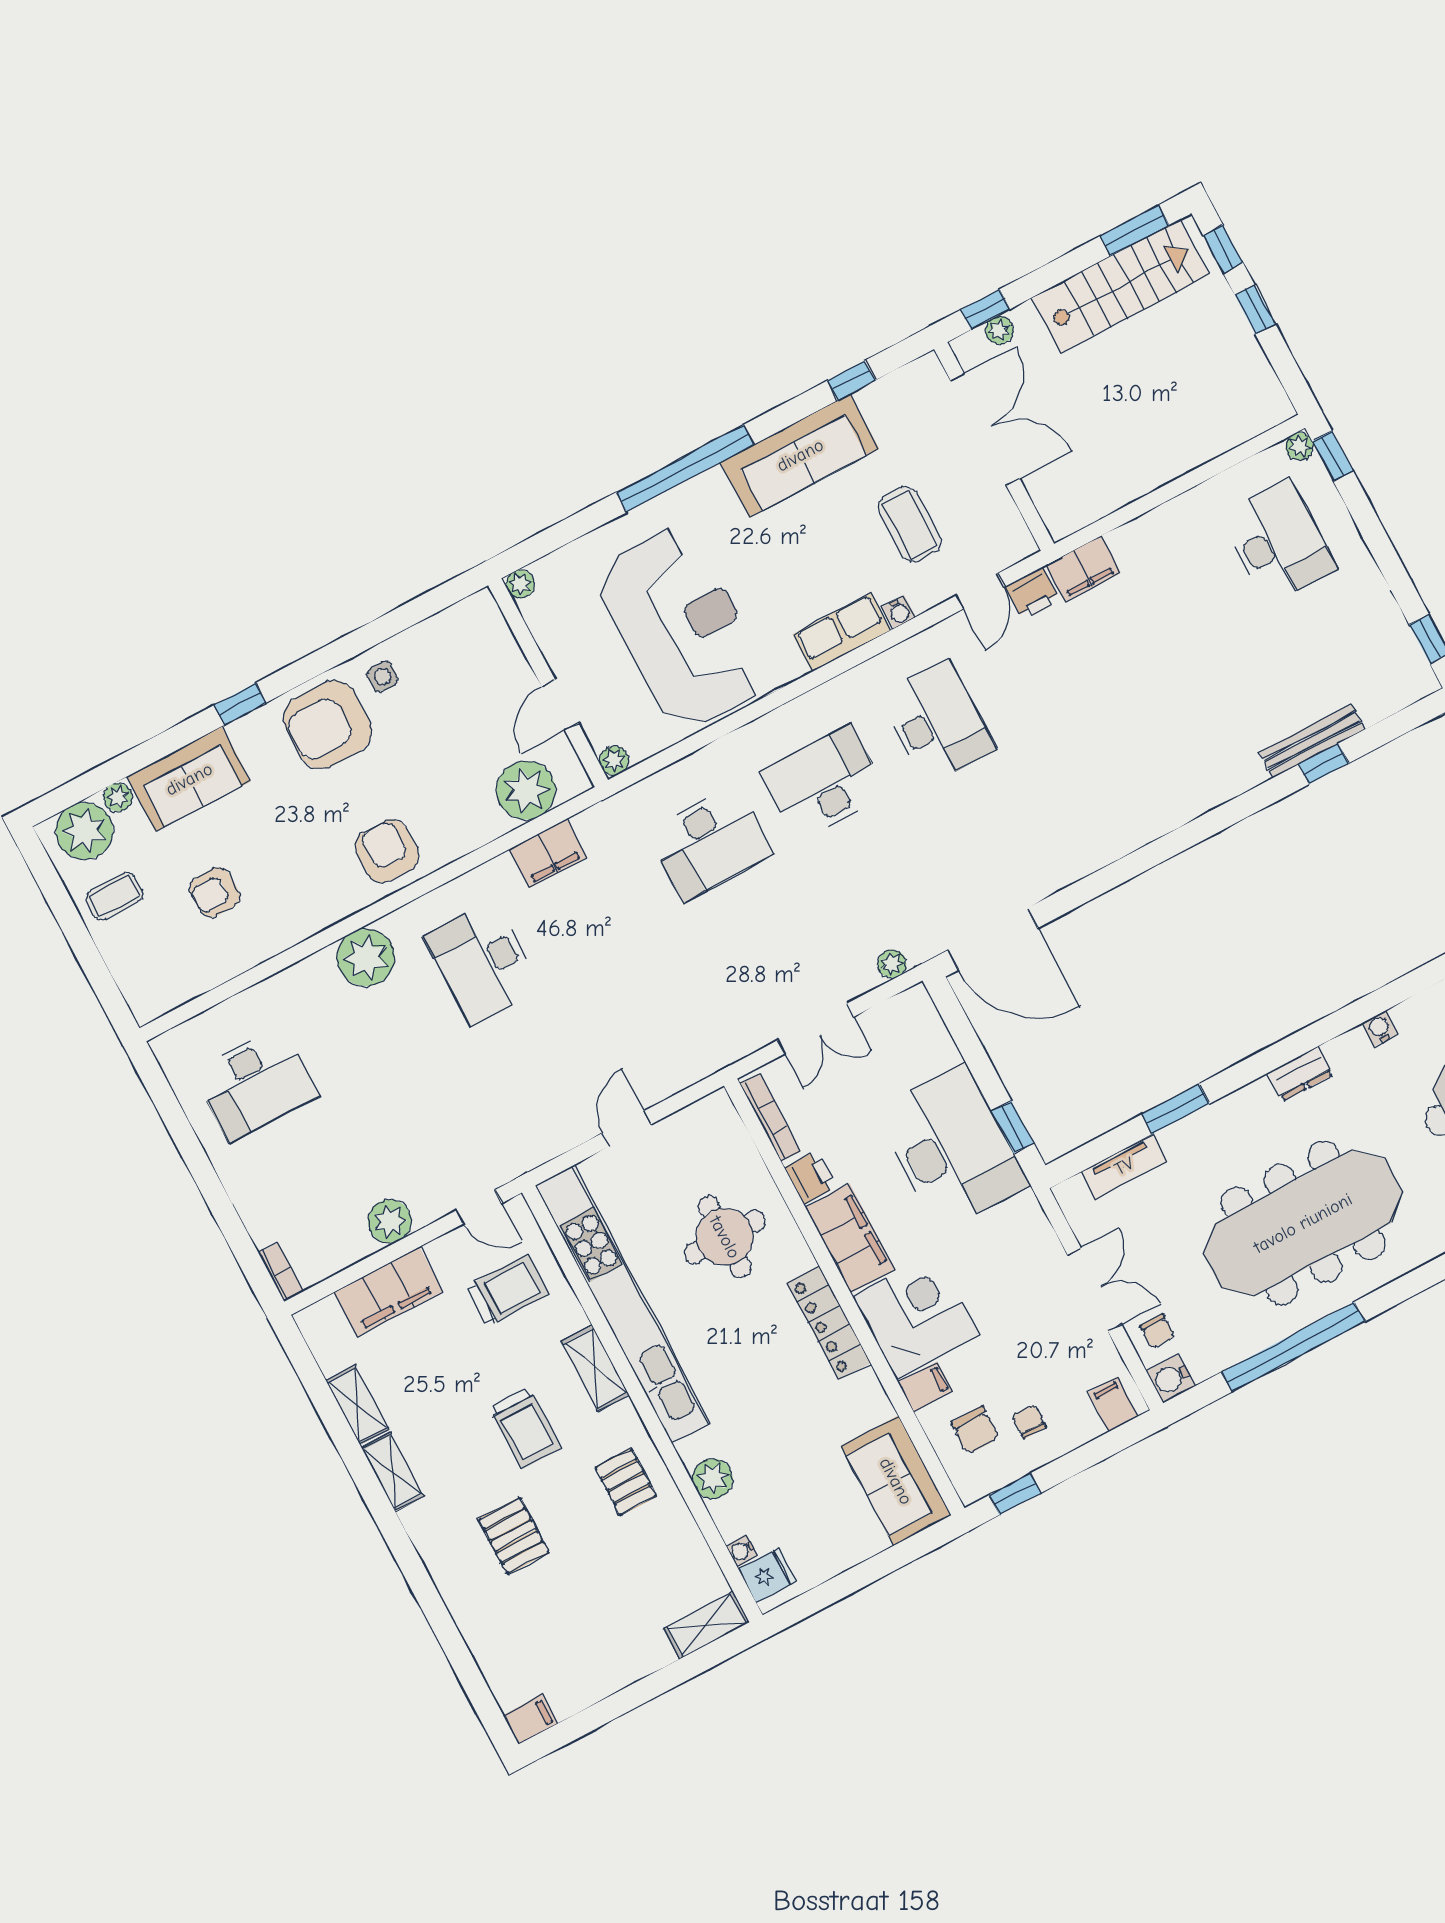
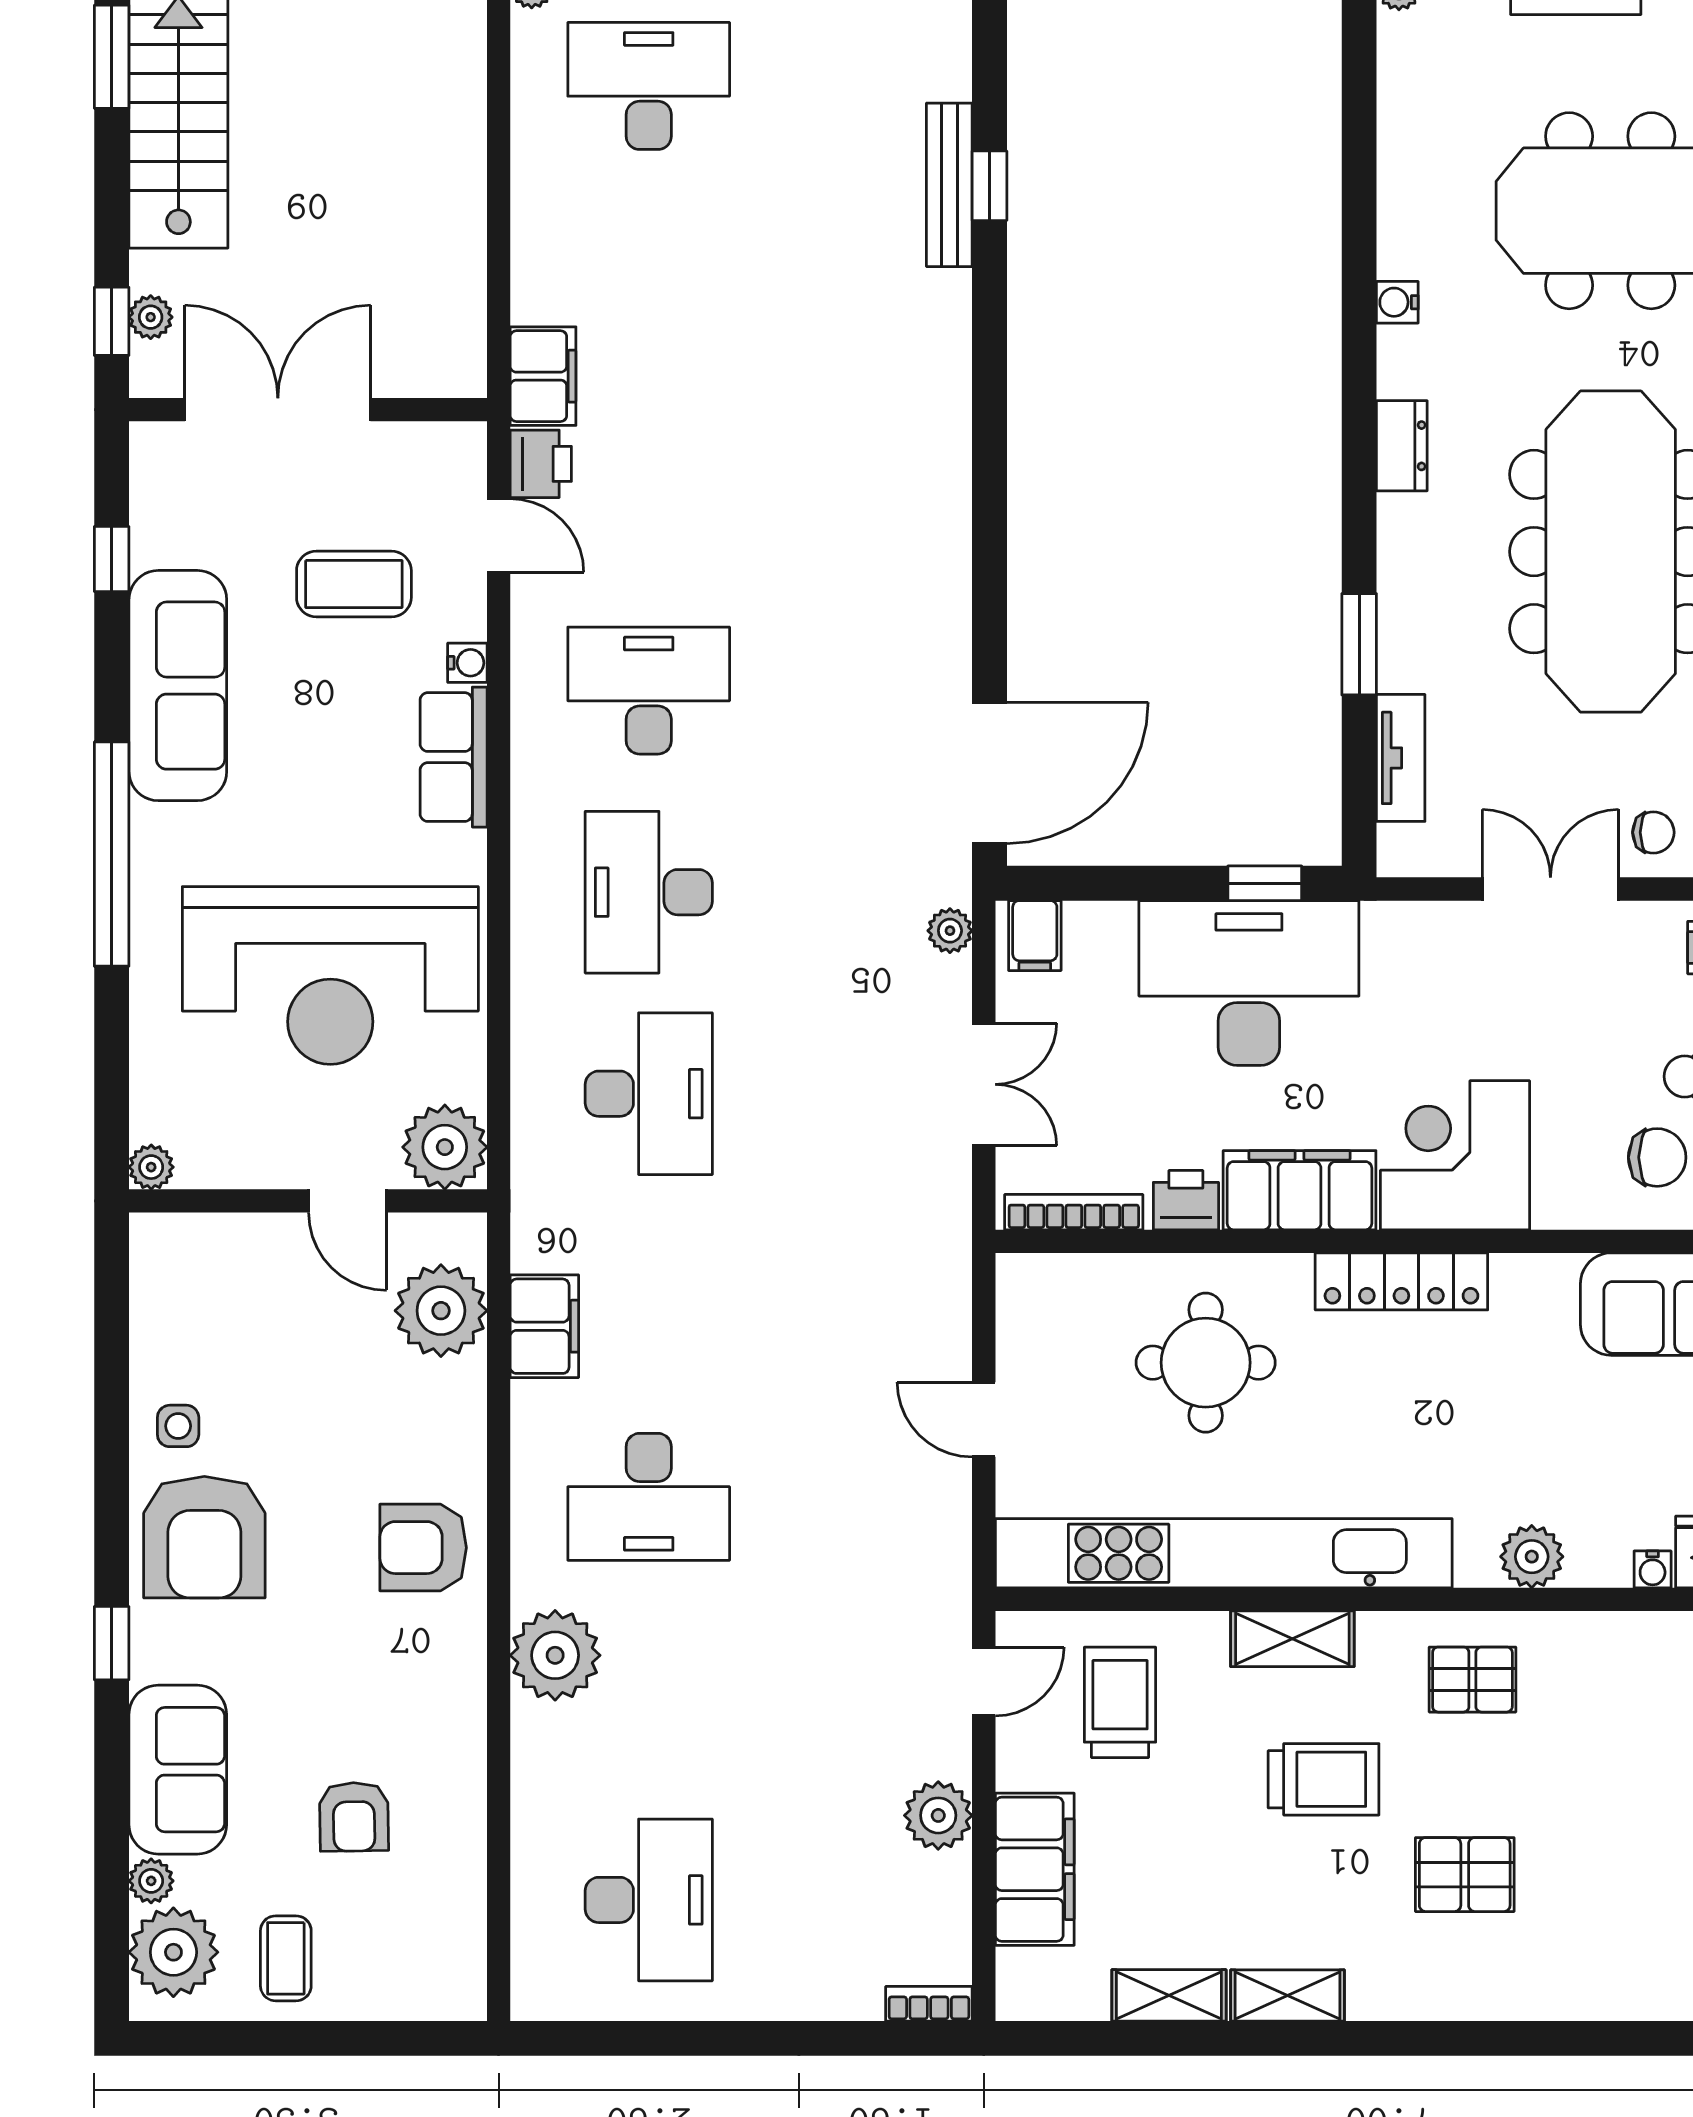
reception desk: (682, 628) -> (330, 975), turned 180
plant: (614, 761) -> (445, 1147), width x1.88, depth x1.88
filing cabinet: (925, 1387) -> (1035, 936), moved, turned 180

